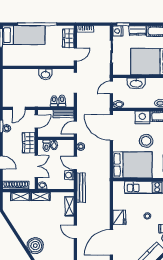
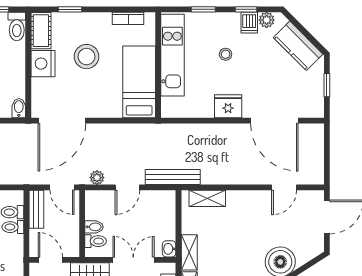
bed: (132, 165) -> (139, 82), width x0.67
washing machine: (69, 175) -> (150, 199), removed
door: (75, 232) -> (284, 187), moved

